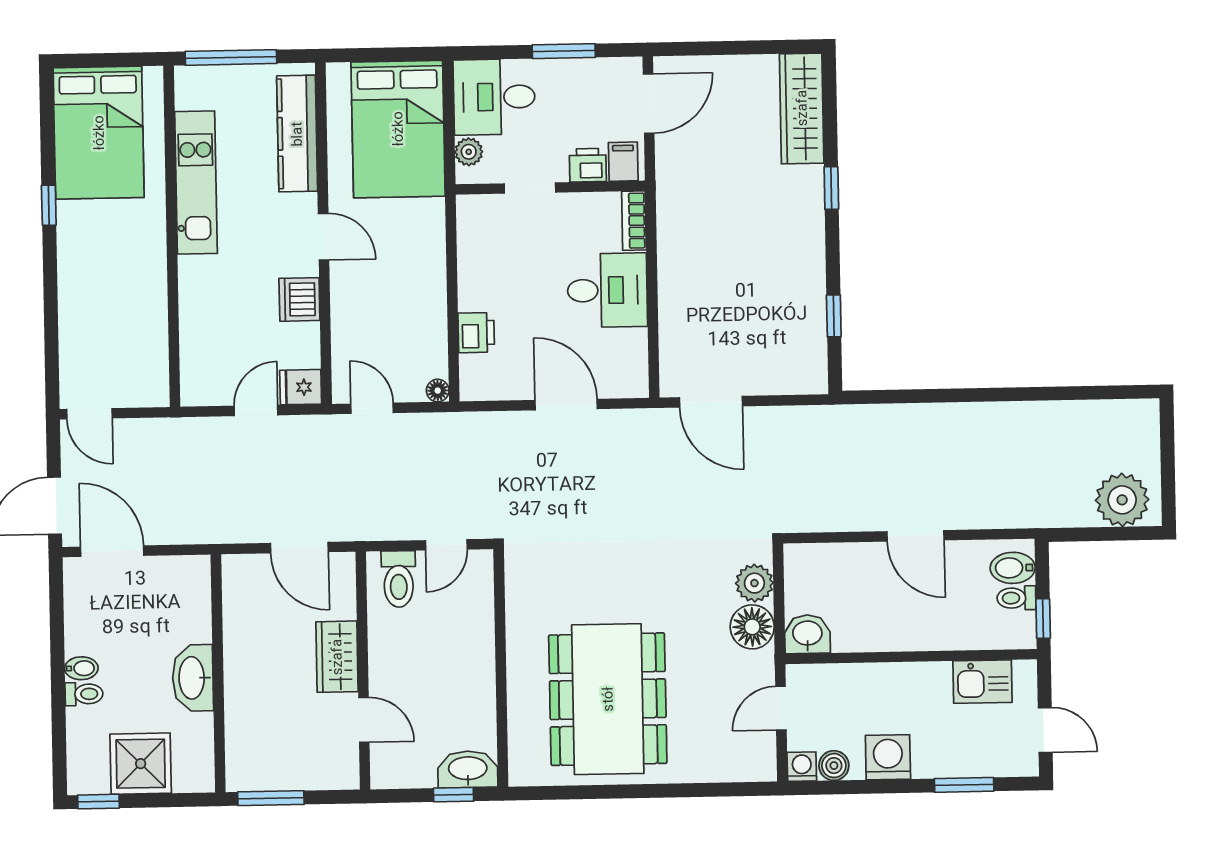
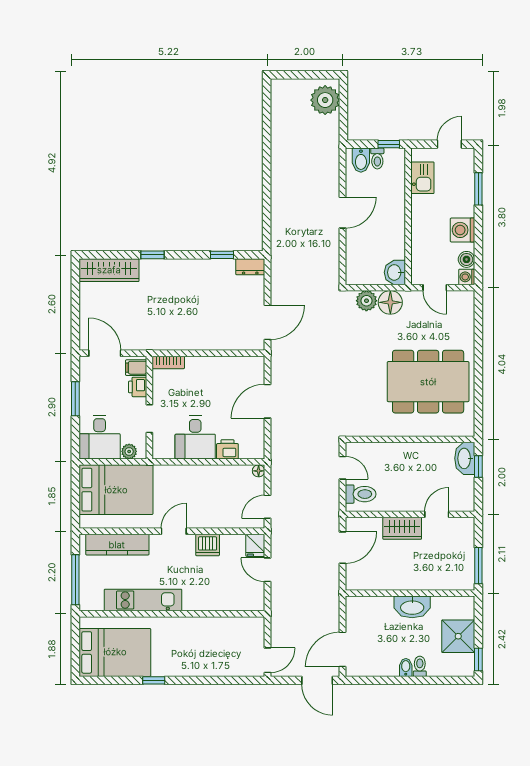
desk: (607, 290) -> (195, 438), moved, turned 180
dresser: (813, 368) -> (250, 267), added

